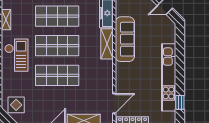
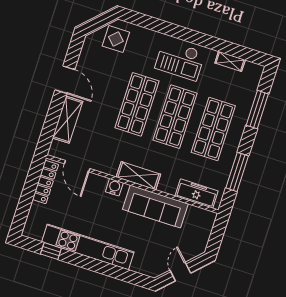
shelving: (107, 44) -> (138, 176), moved
water cooler: (121, 72) -> (114, 187), added

